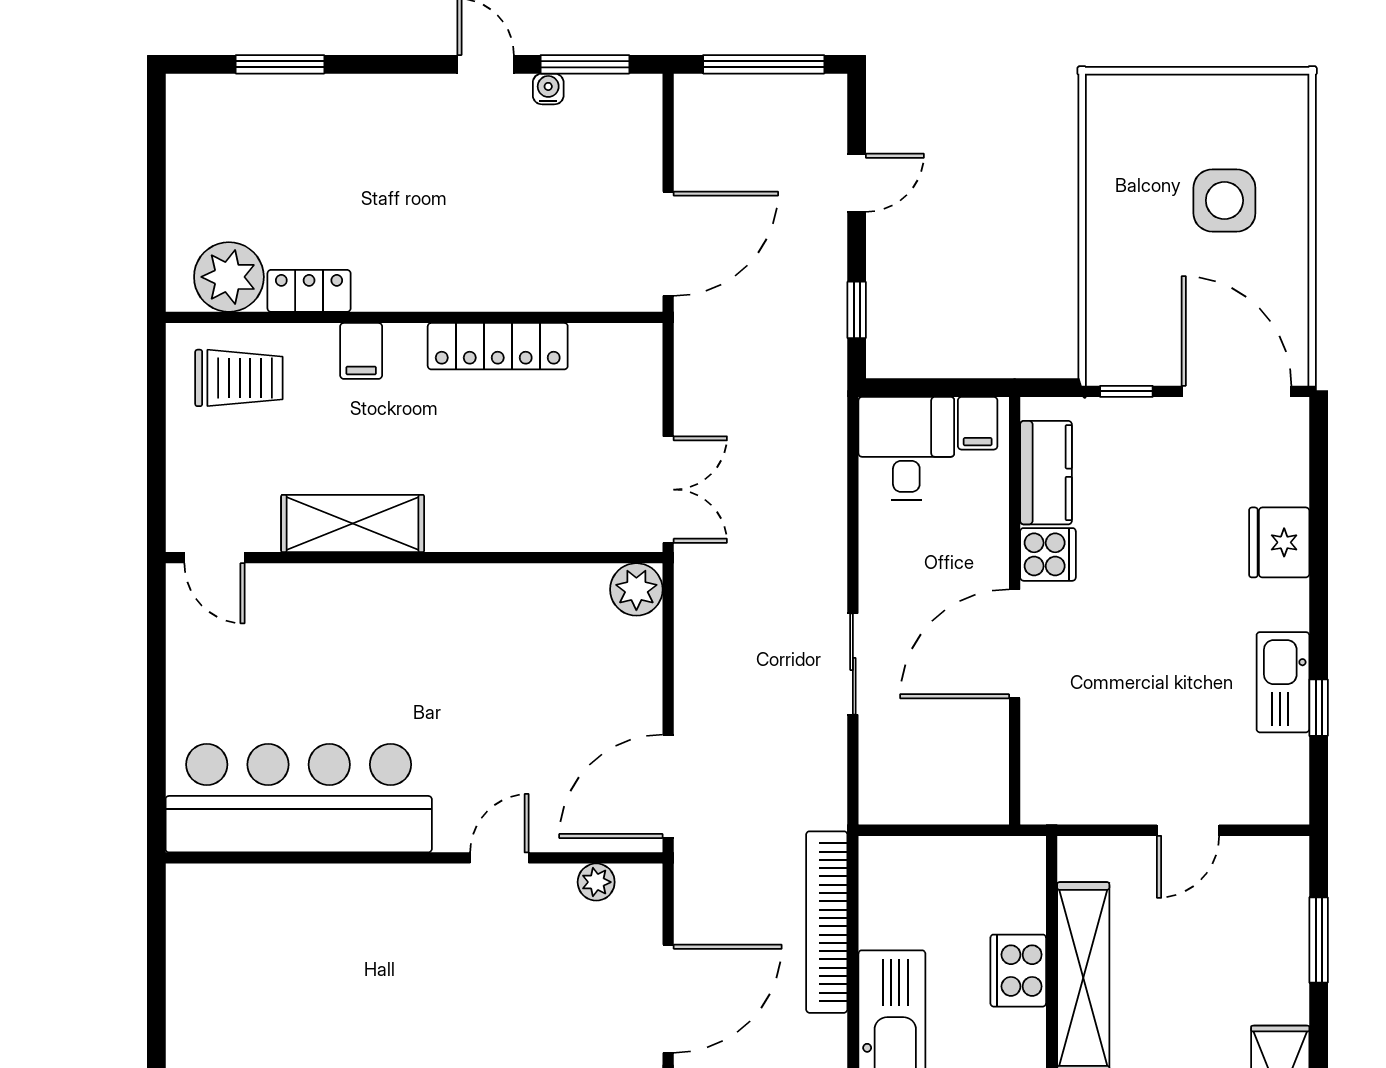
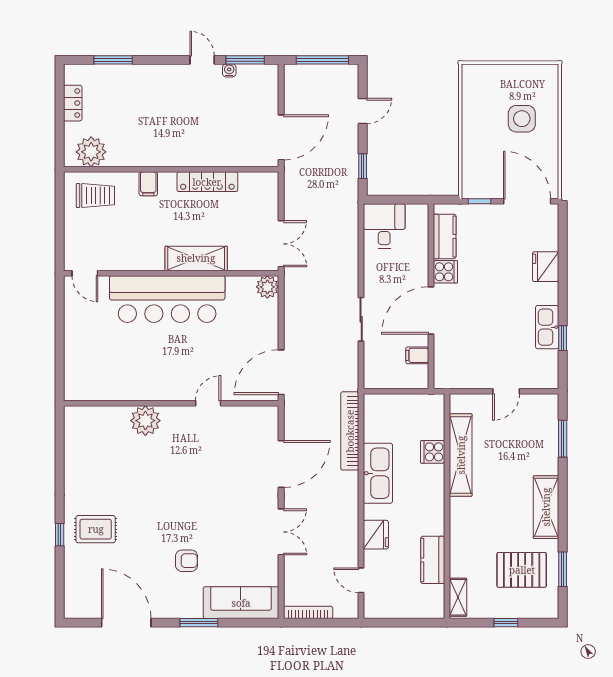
locker: (309, 291) -> (73, 103), moved, turned 90
filing cabinet: (978, 423) -> (417, 355), moved, turned 90
shelving: (353, 523) -> (196, 258), moved
bar counter: (299, 798) -> (167, 299), moved, turned 180
plant: (596, 882) -> (145, 421), moved, width x1.88, depth x1.88
cooker: (1018, 971) -> (433, 452), width x0.73

